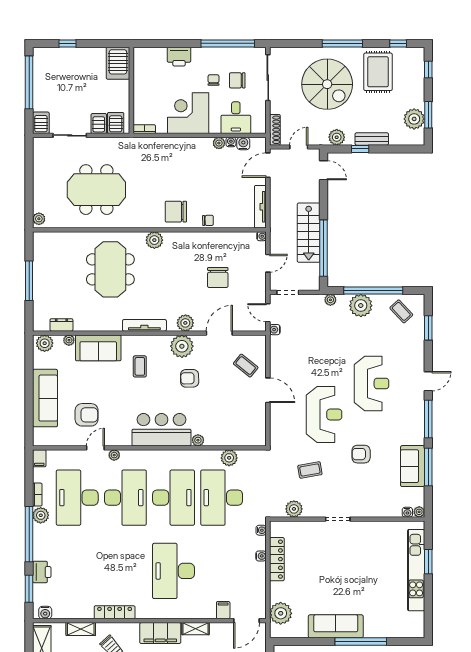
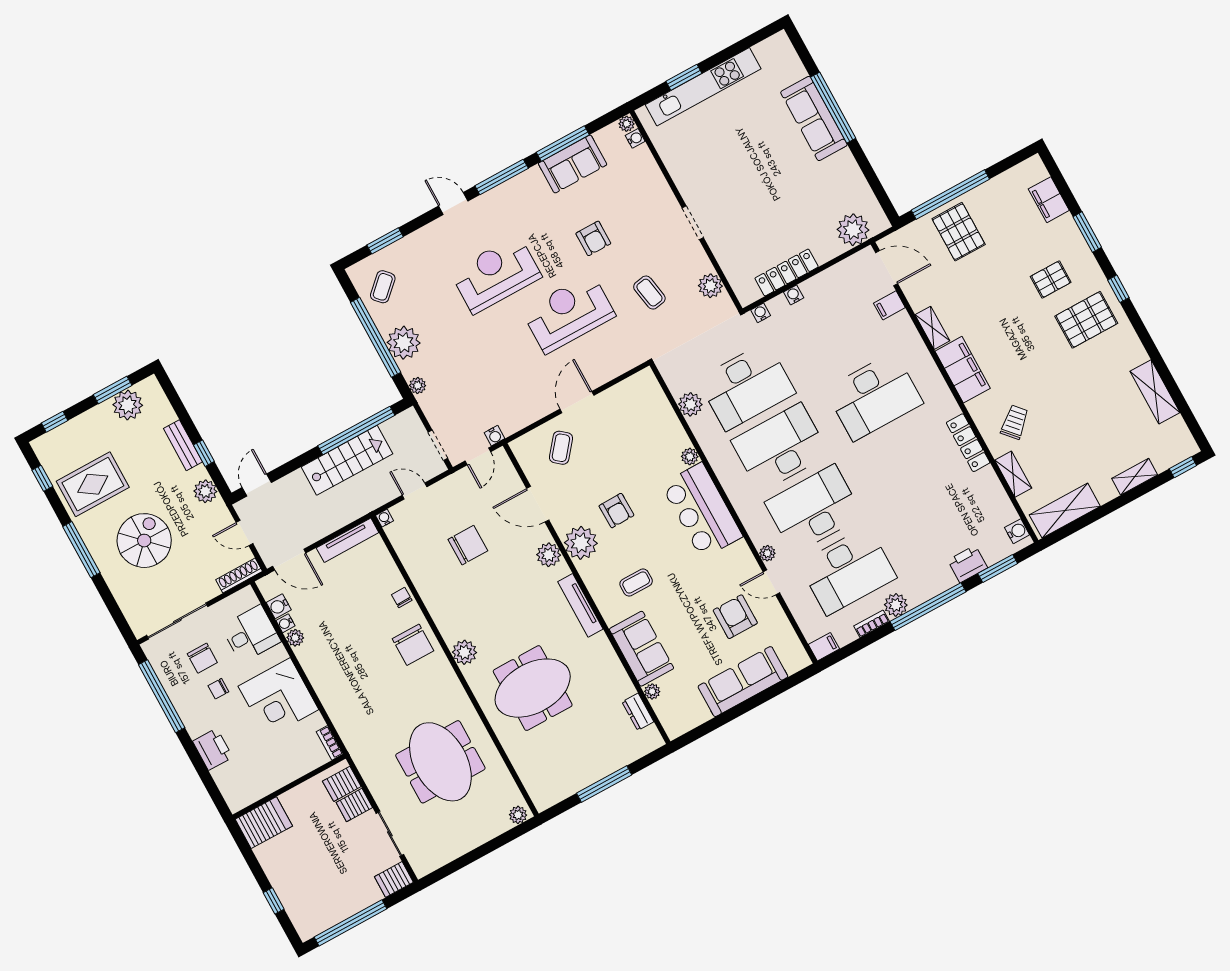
spiral stairs: (327, 84) -> (144, 541), width x0.73, depth x0.73
plant: (45, 343) -> (673, 720), removed
sofa: (336, 626) -> (814, 119), moved

